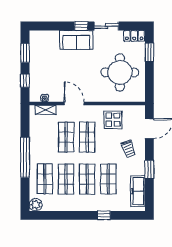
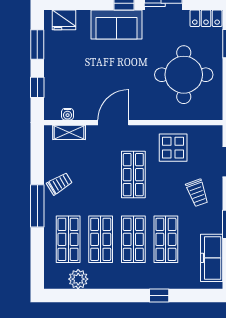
fridge: (42, 37) -> (64, 20), added
door: (74, 103) -> (113, 123), hinge flipped
shop shelf: (66, 137) -> (101, 175), removed
trolley: (39, 143) -> (60, 184), added
window: (25, 157) -> (37, 206), width x0.68
plant: (36, 205) -> (78, 279), moved

